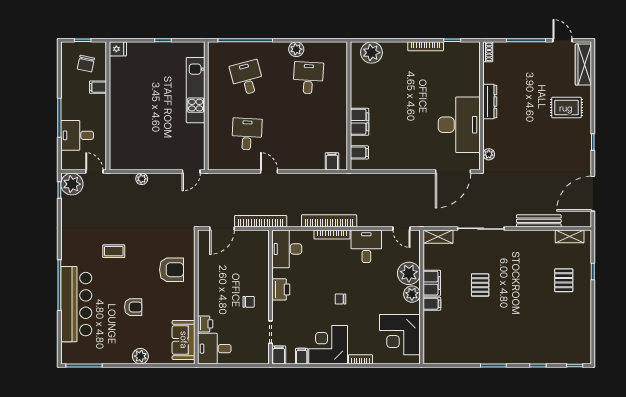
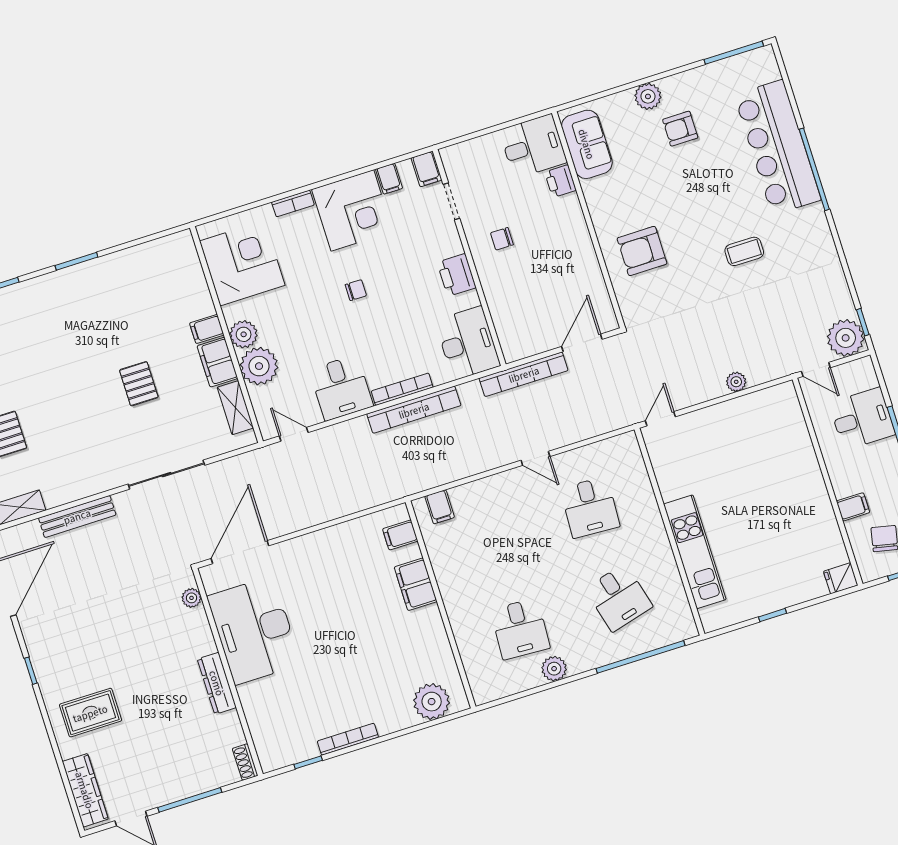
shelving: (438, 237) -> (235, 408), moved, turned 90
armchair: (133, 307) -> (680, 129), moved

